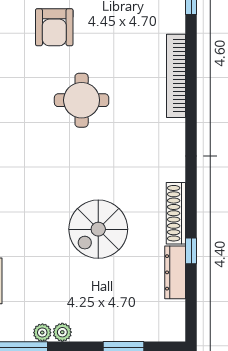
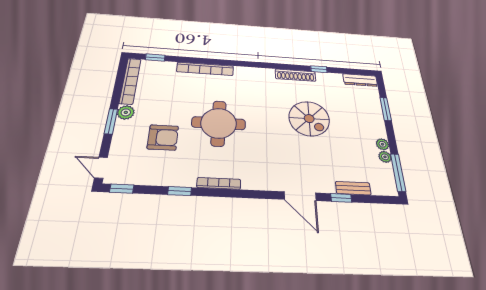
round table: (82, 100) -> (219, 123), width x1.36, depth x1.36
dresser: (175, 272) -> (360, 80), moved

